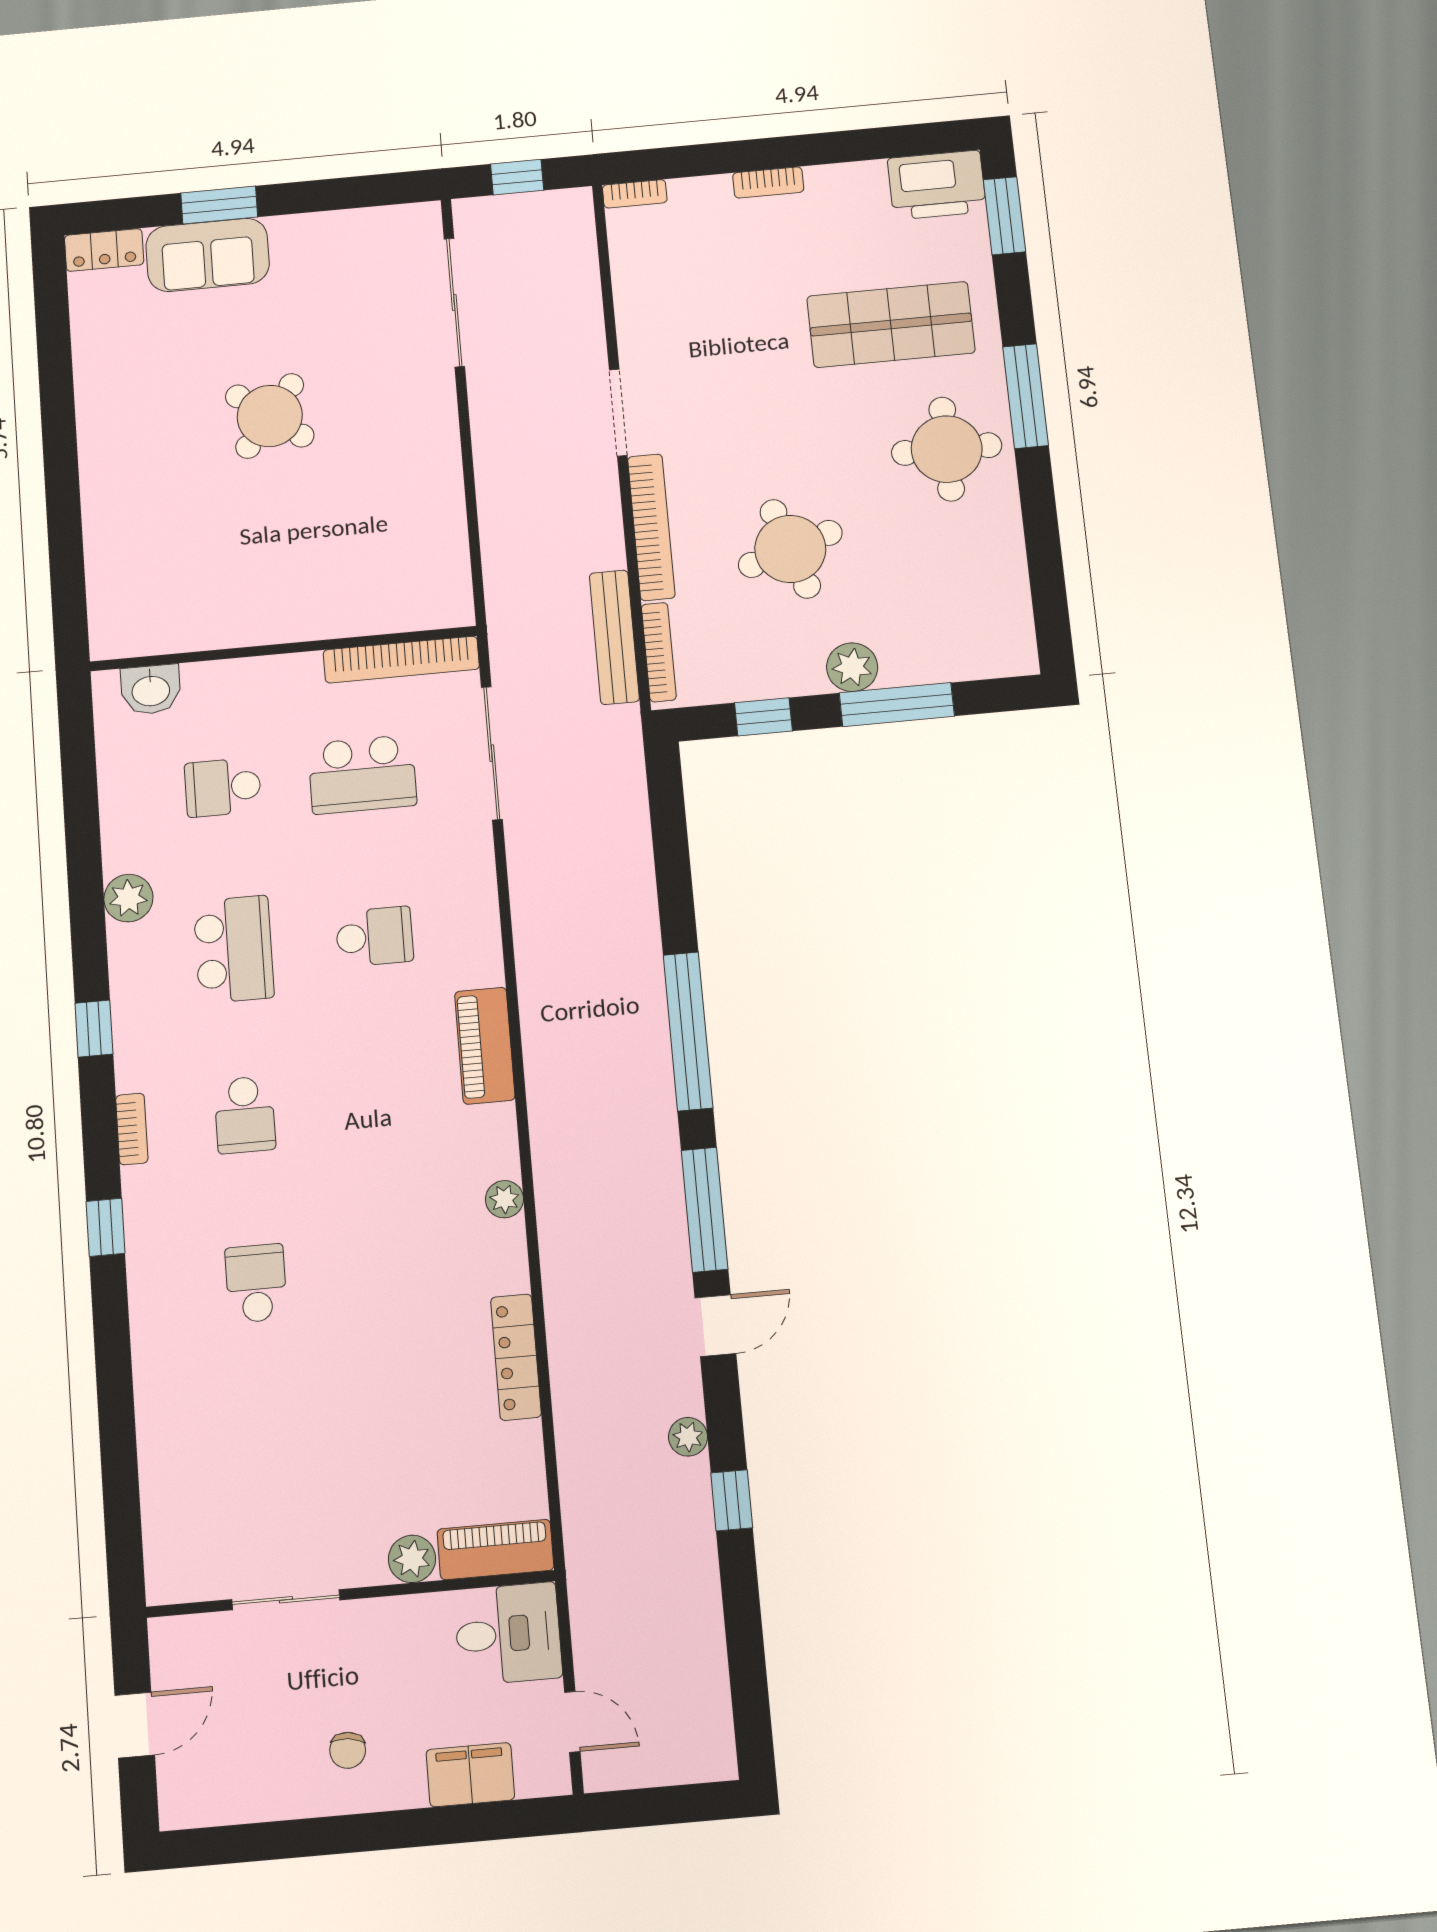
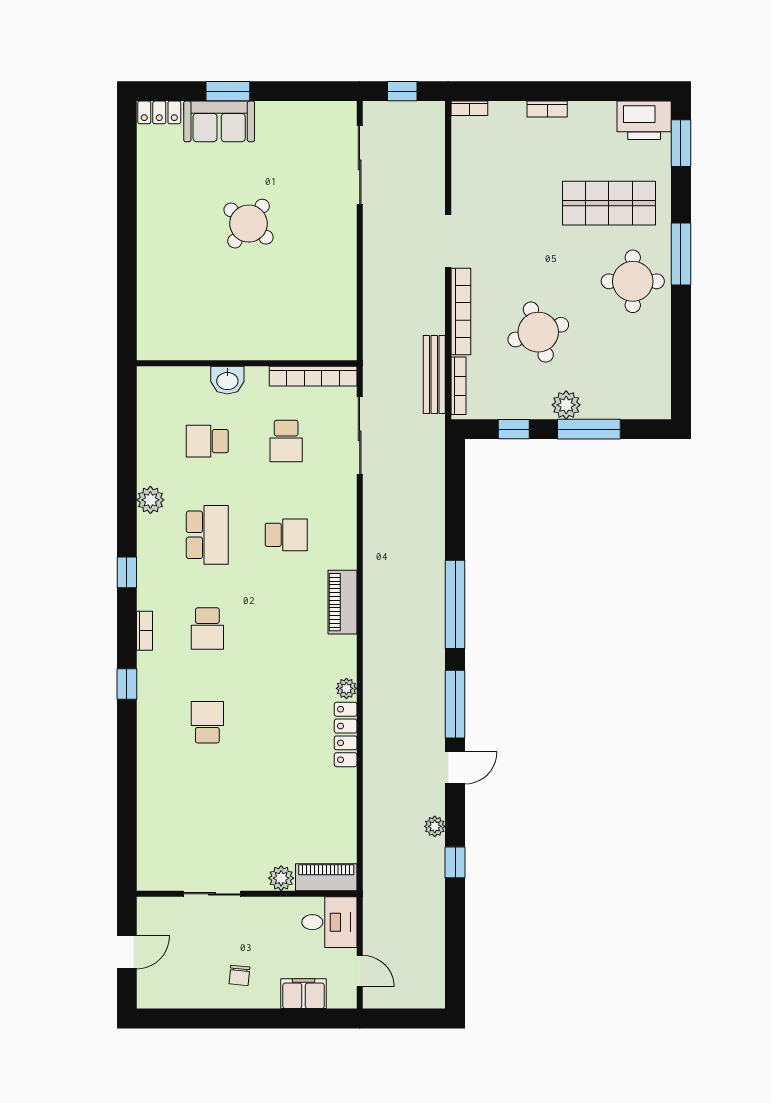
washbasin: (151, 690) -> (227, 380), moved
school desk: (362, 774) -> (286, 441), width x0.54
locker: (516, 1357) -> (346, 734), moved

